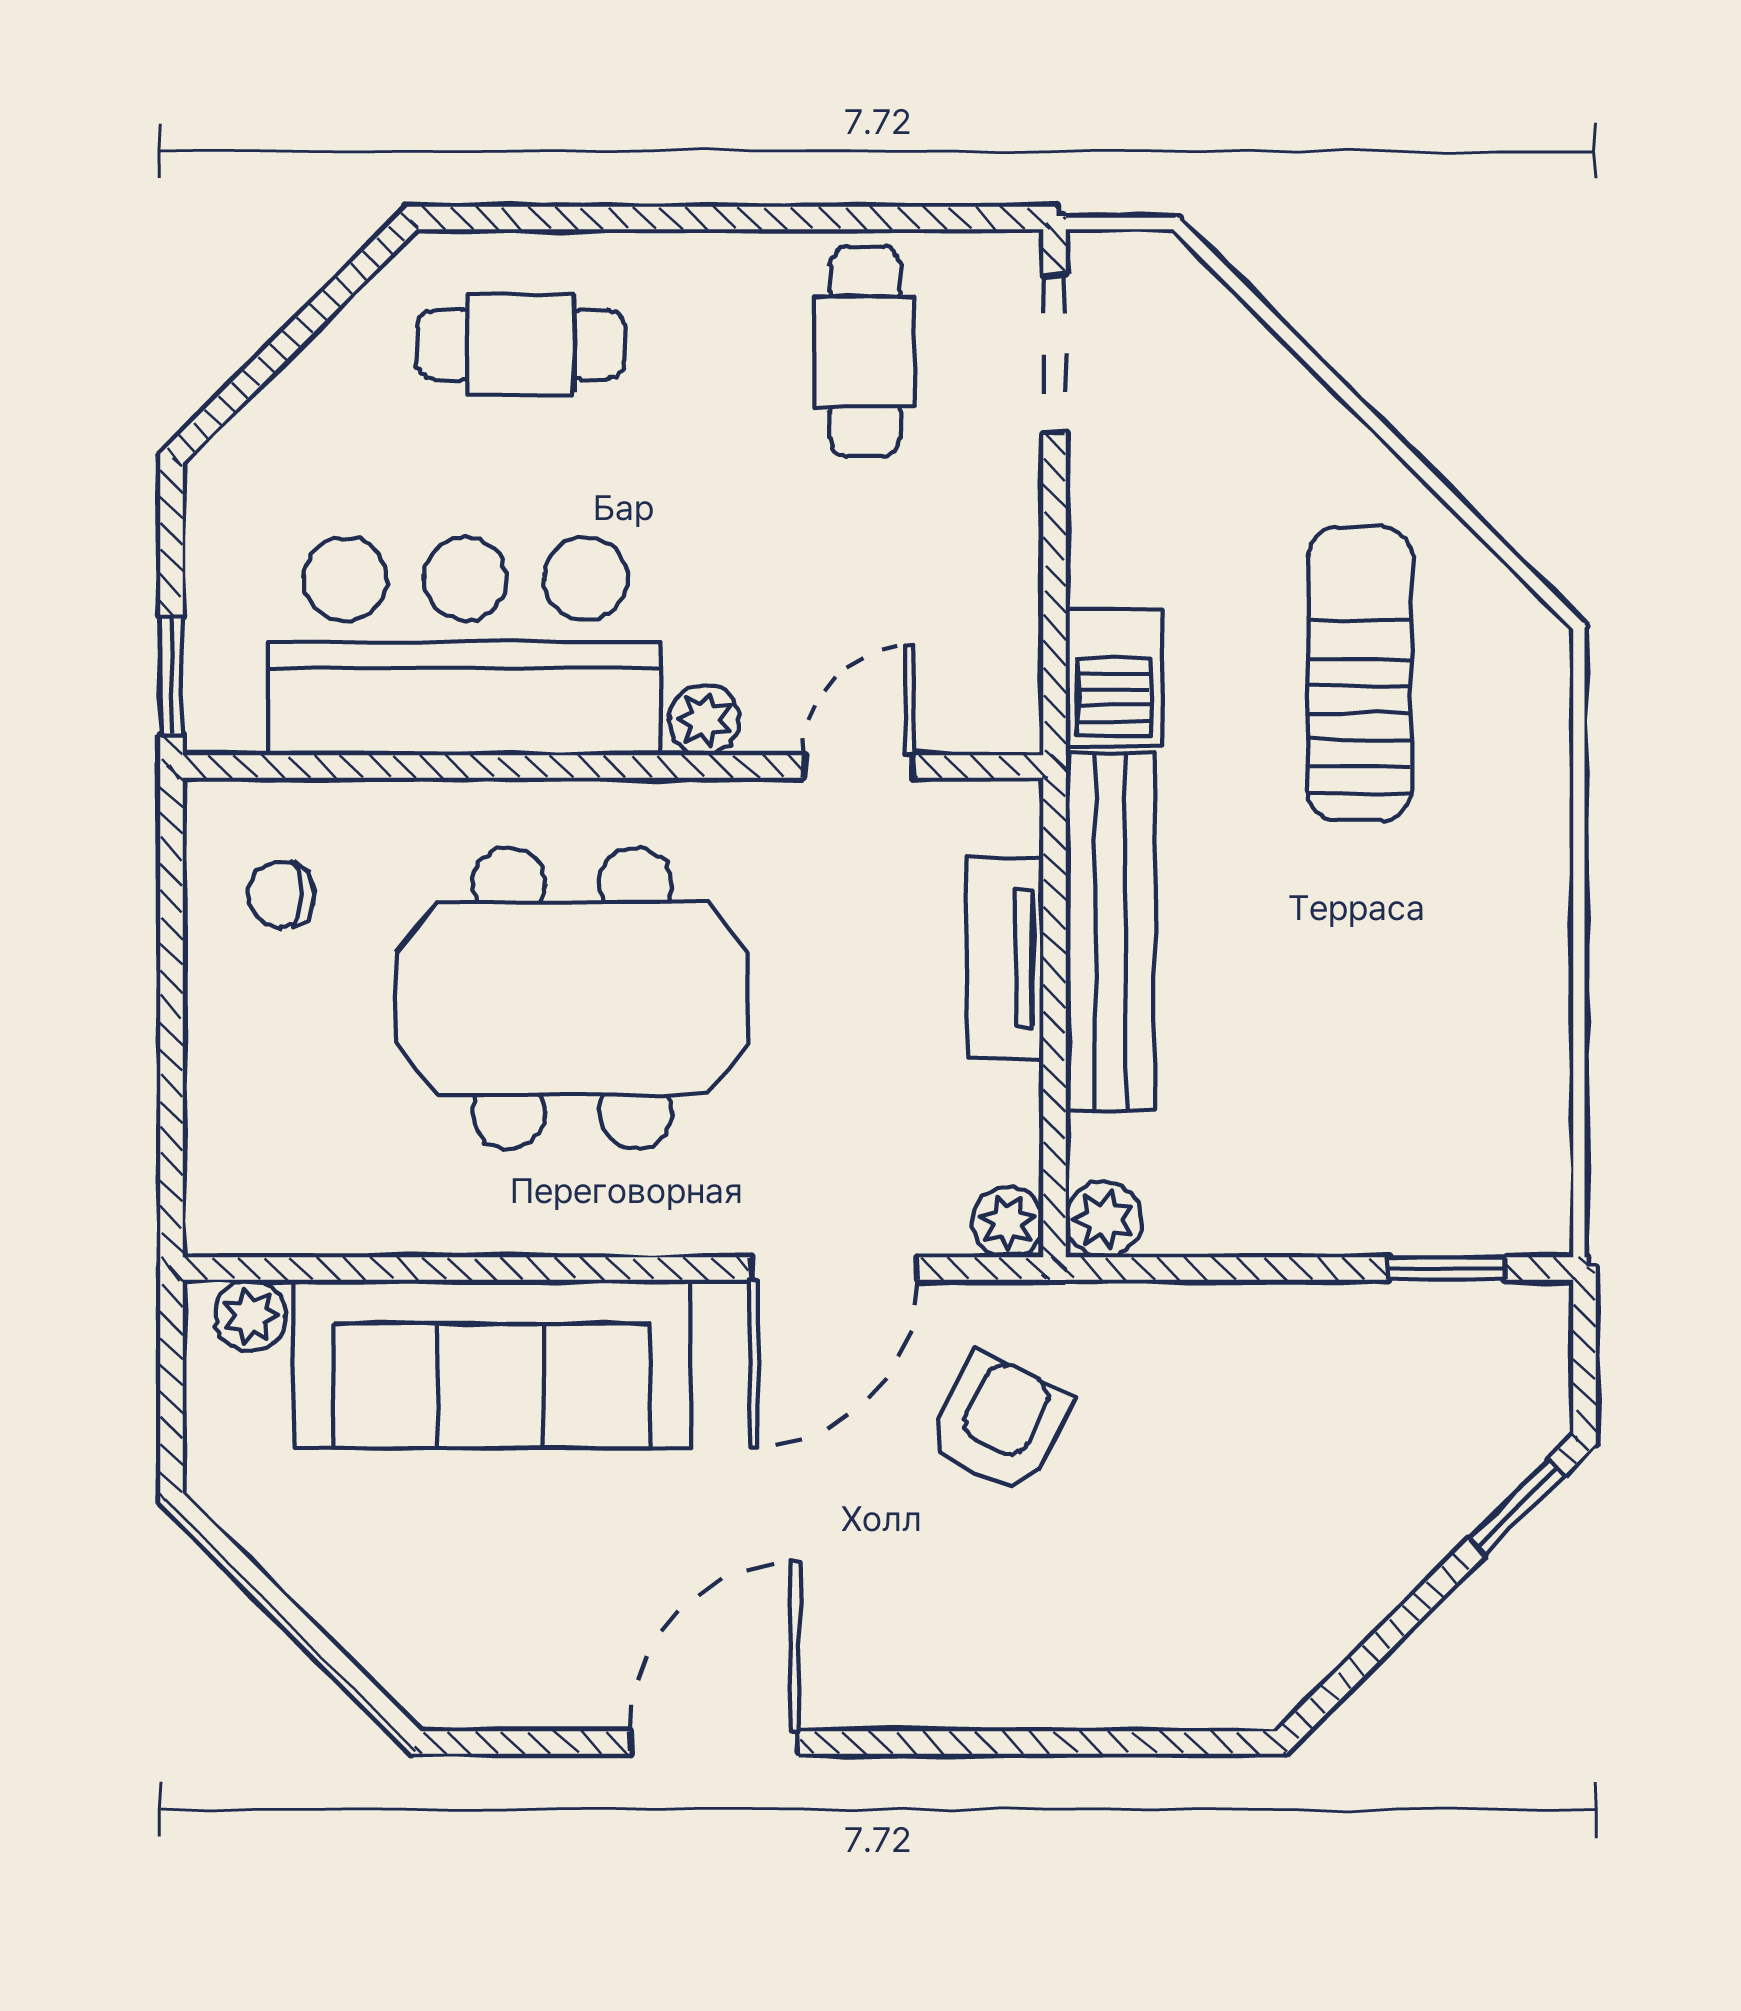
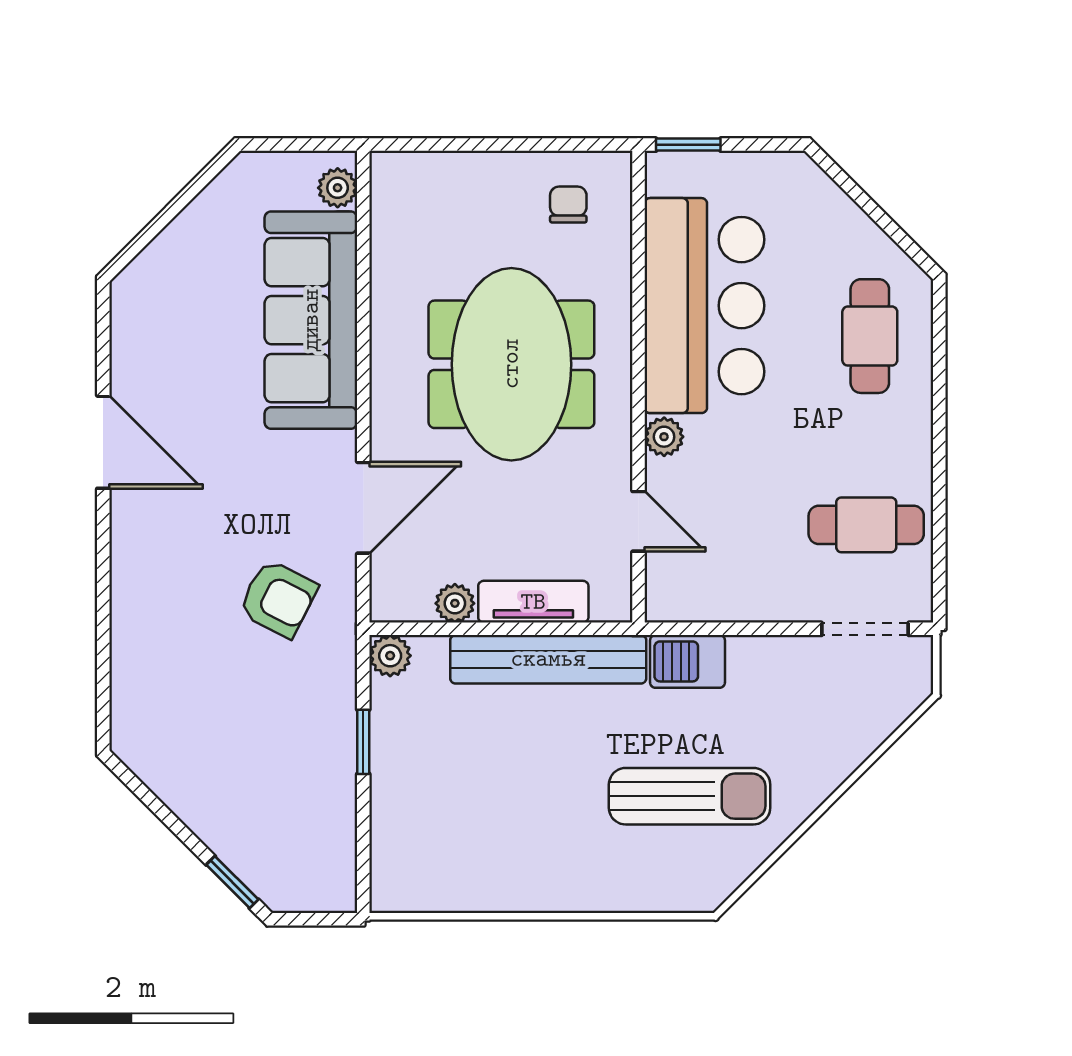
plant: (1008, 1222) -> (455, 603), moved
door: (834, 1268) -> (363, 508), swing flipped
window: (1447, 1268) -> (363, 742), moved

